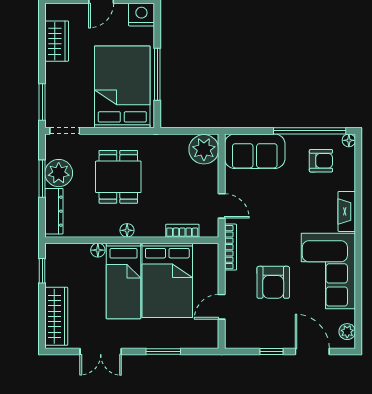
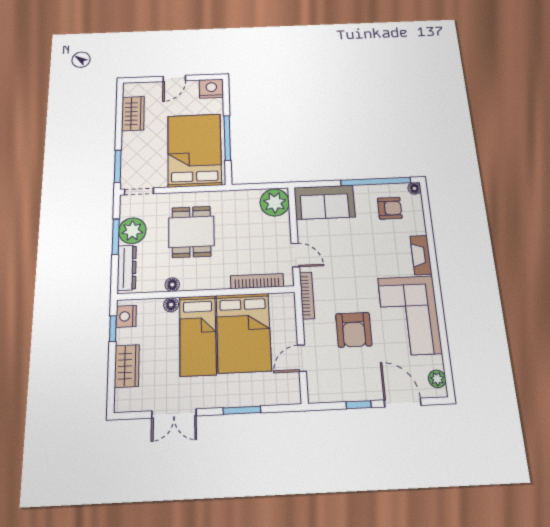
floor lamp: (127, 230) -> (172, 285), moved
bookcase: (182, 231) -> (257, 281), width x1.56
nightstand: (55, 260) -> (126, 316), added
wardrobe: (56, 316) -> (127, 366), width x0.67

